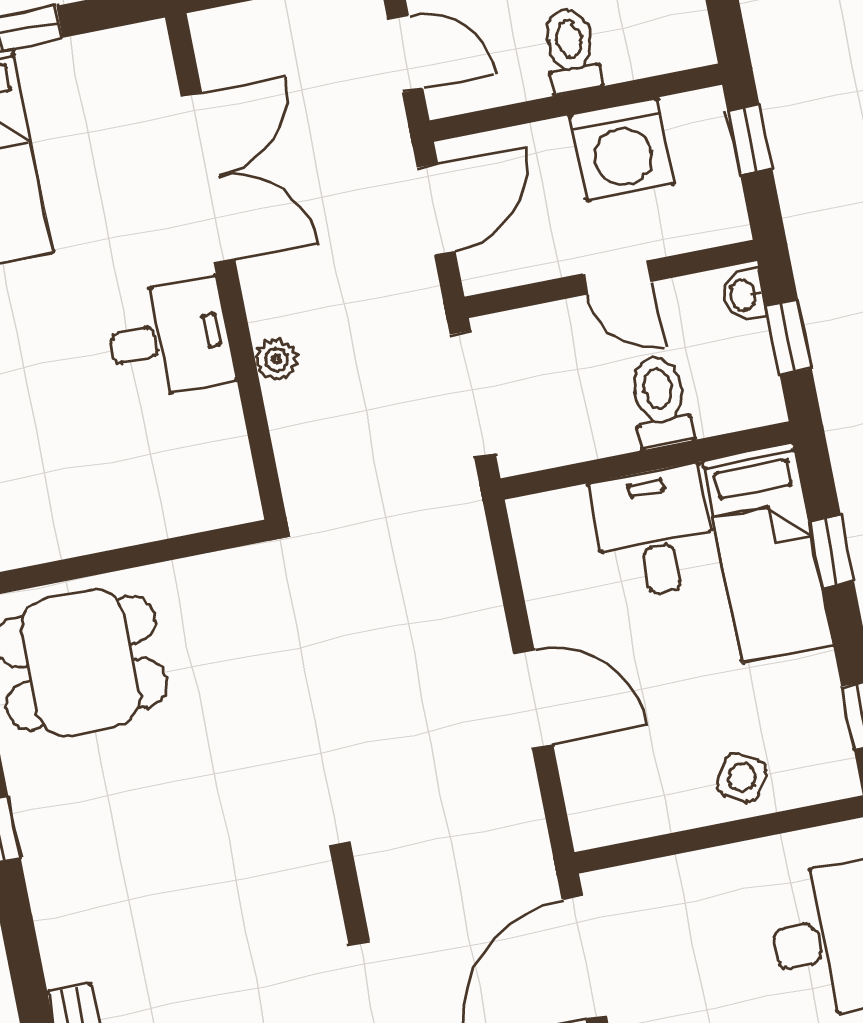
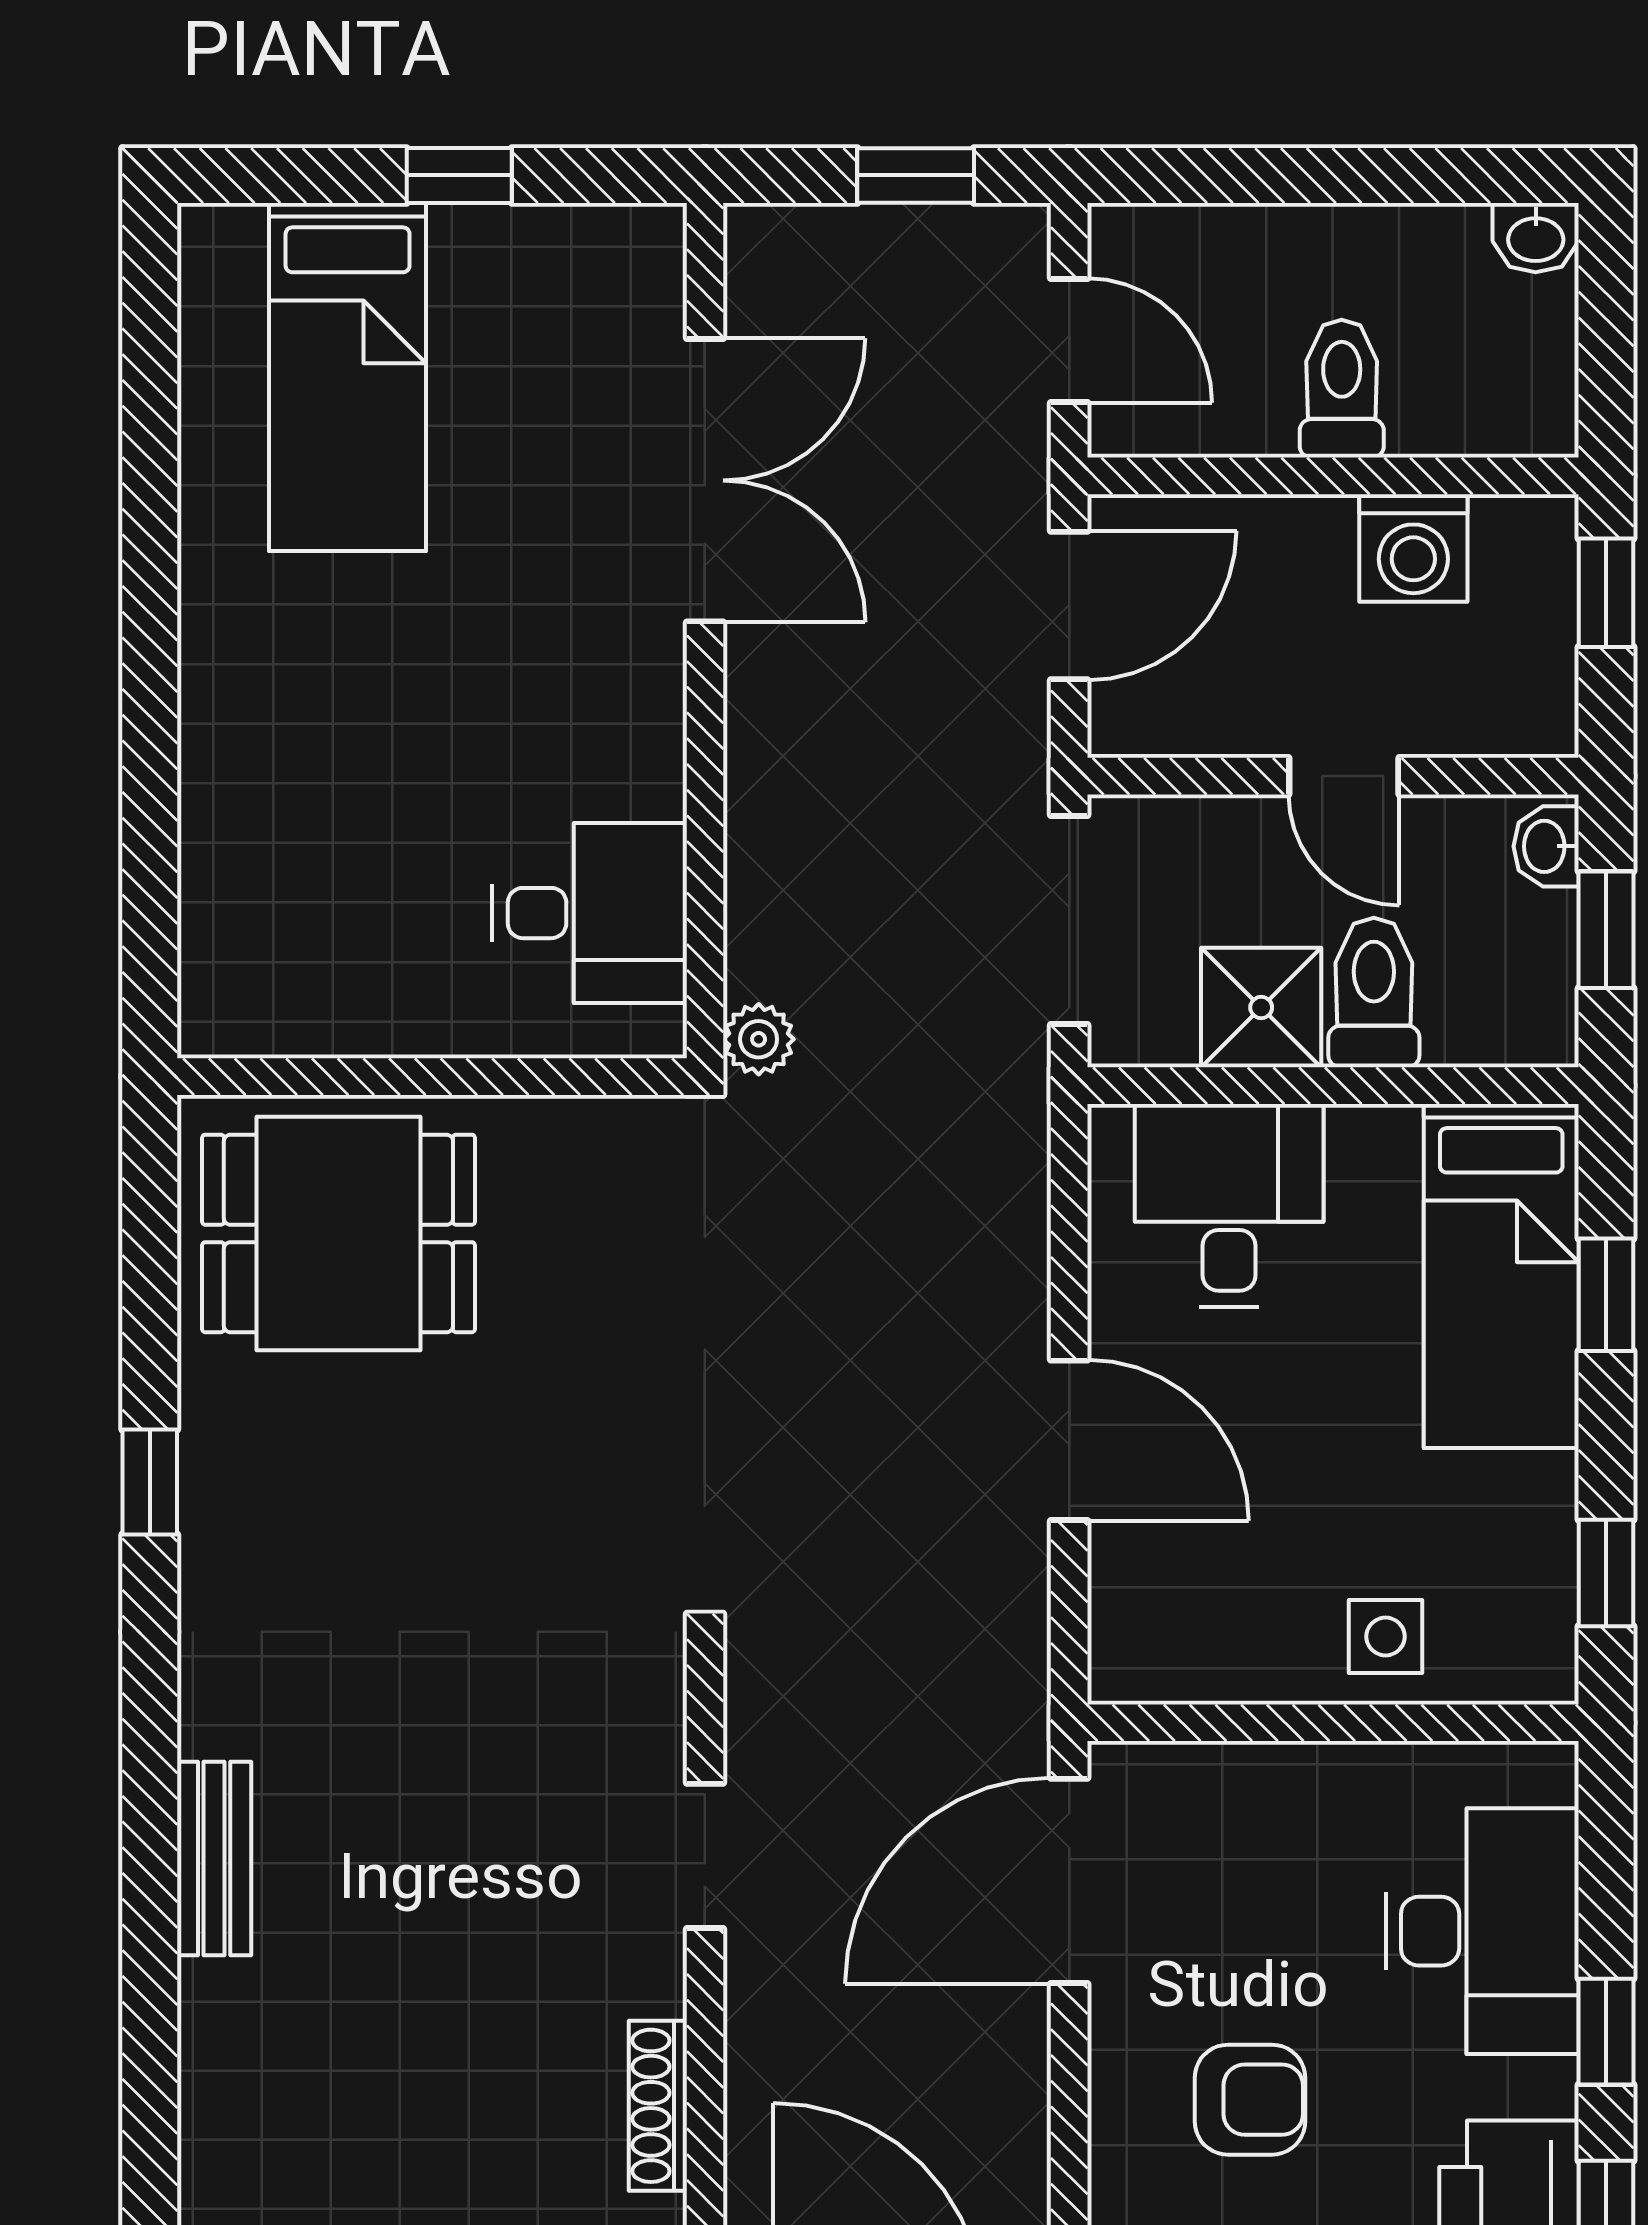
washing machine: (622, 150) -> (1413, 548), width x0.73, depth x0.73
desk: (169, 339) -> (590, 913), moved
plant: (277, 360) -> (759, 1039), moved
shower: (596, 423) -> (1261, 1008), added
desk: (654, 532) -> (1229, 1206), moved
side table: (742, 778) -> (1386, 1637), turned -31

